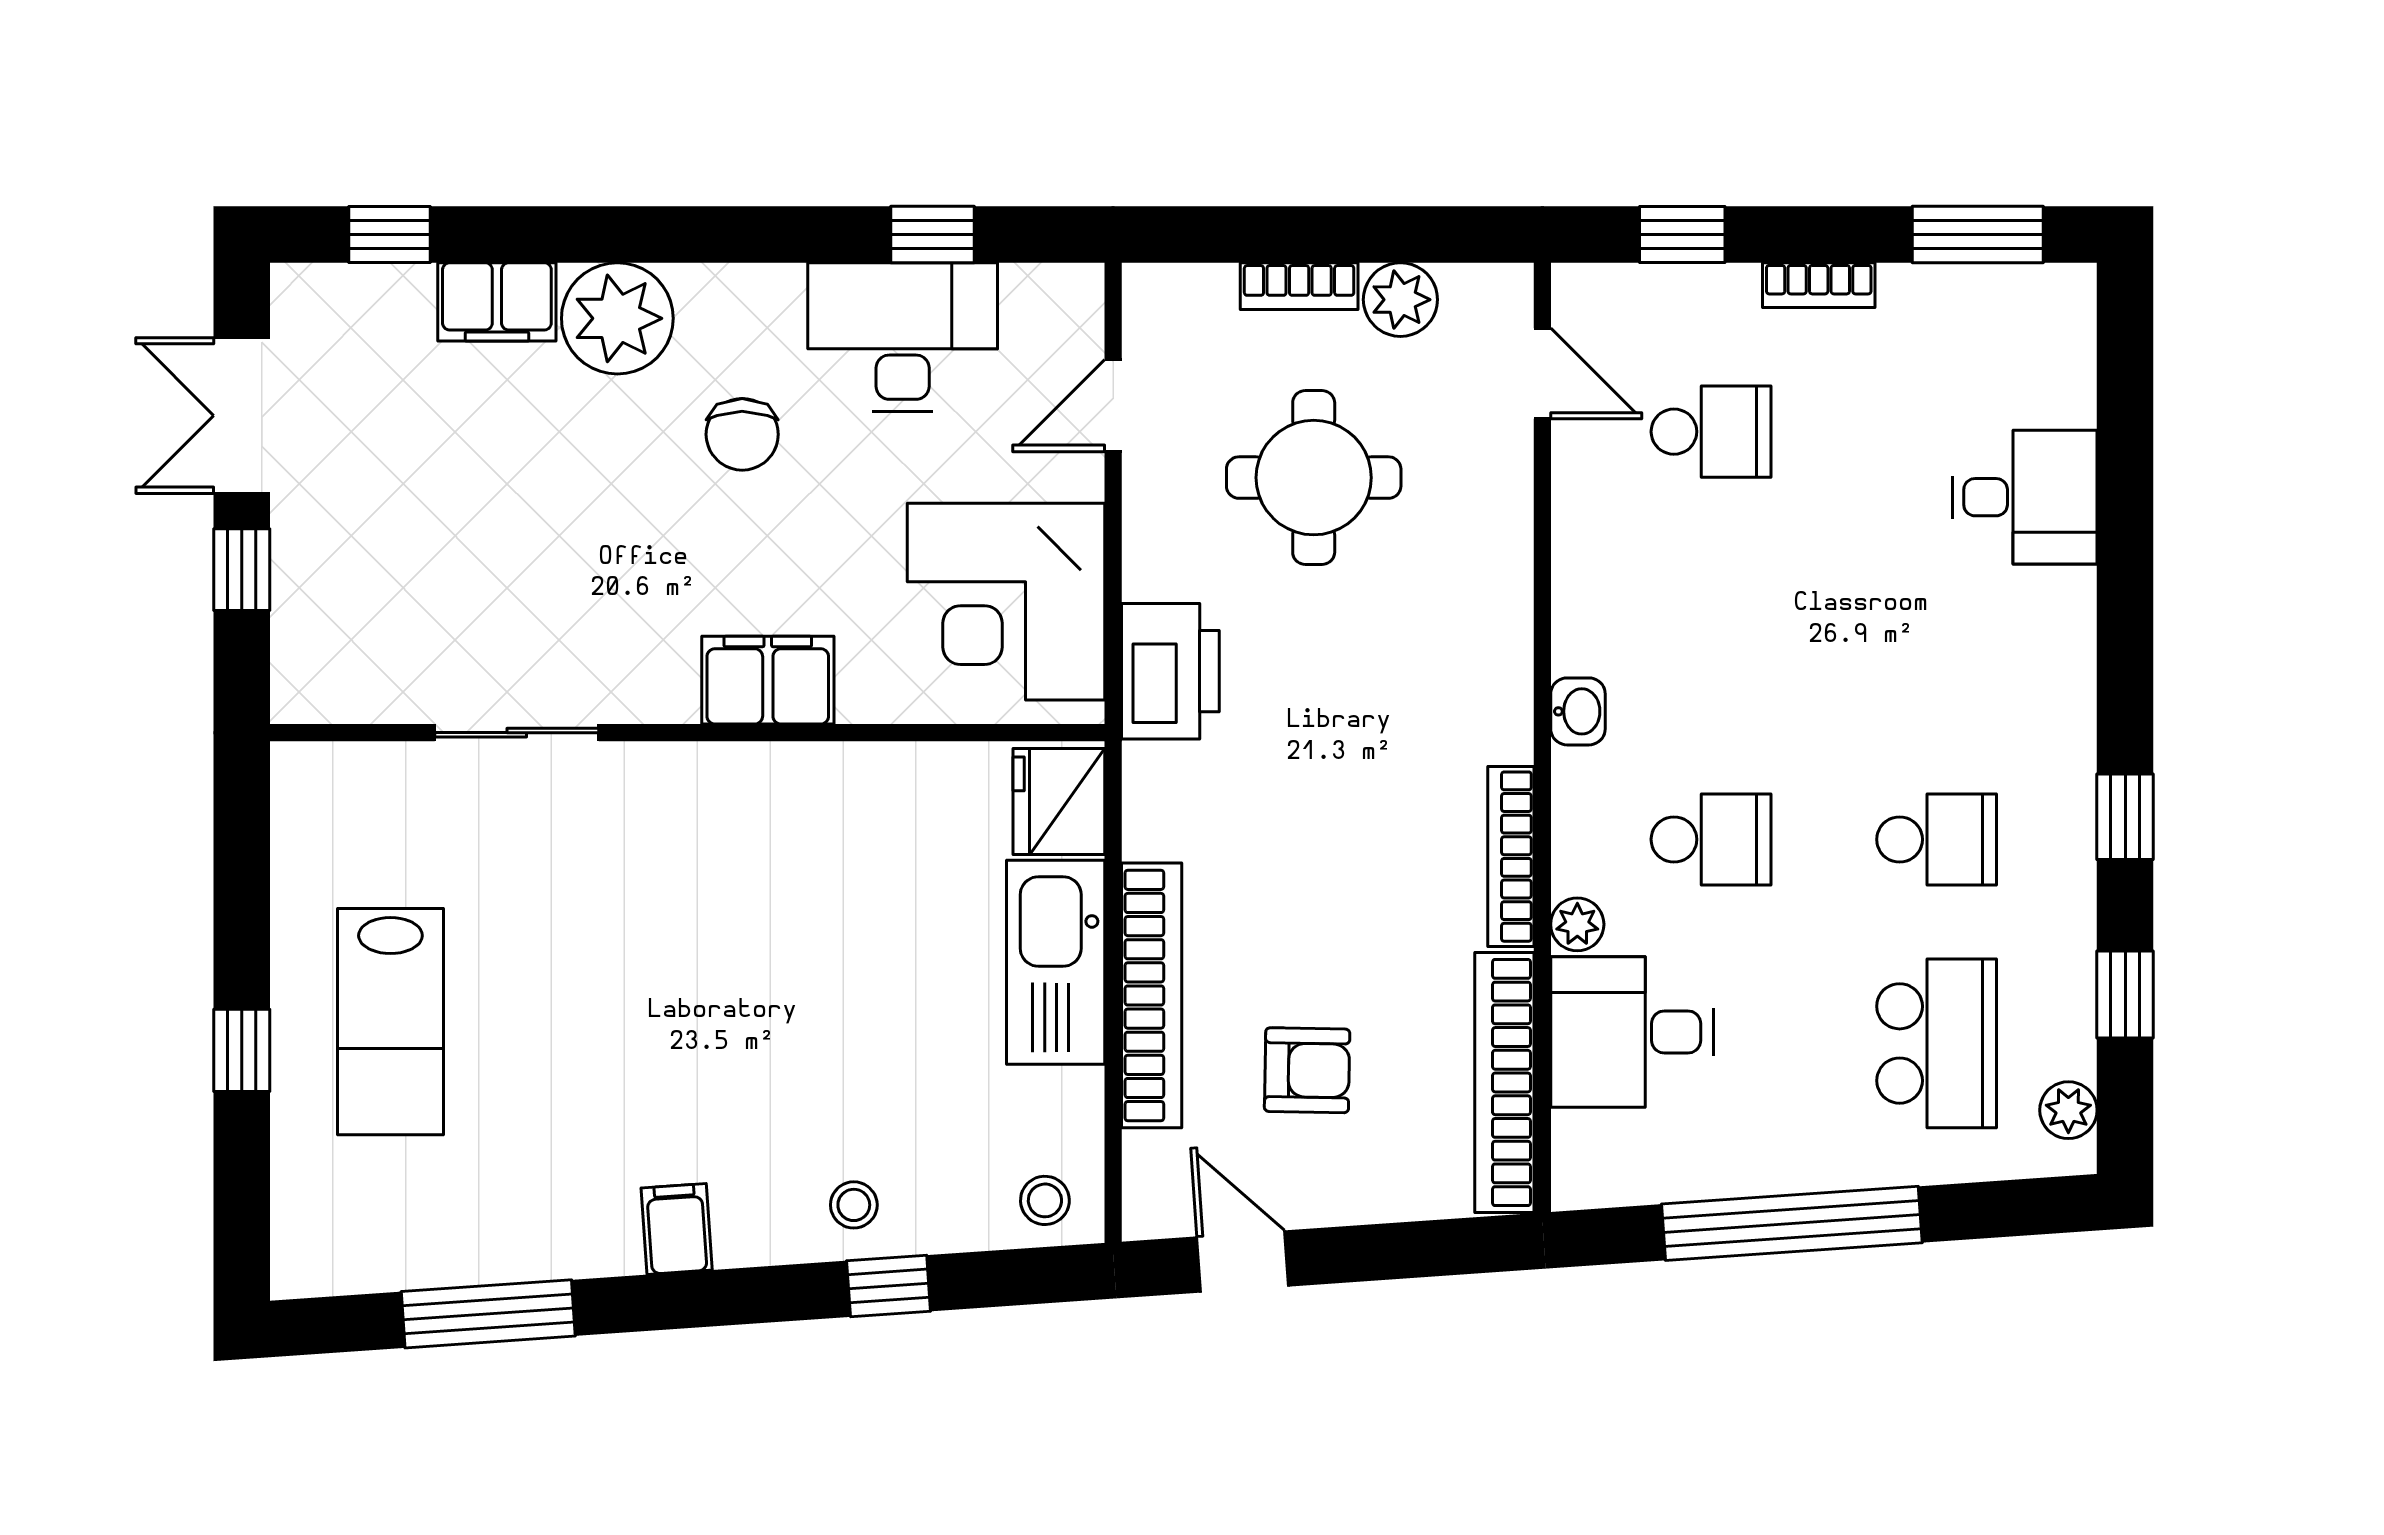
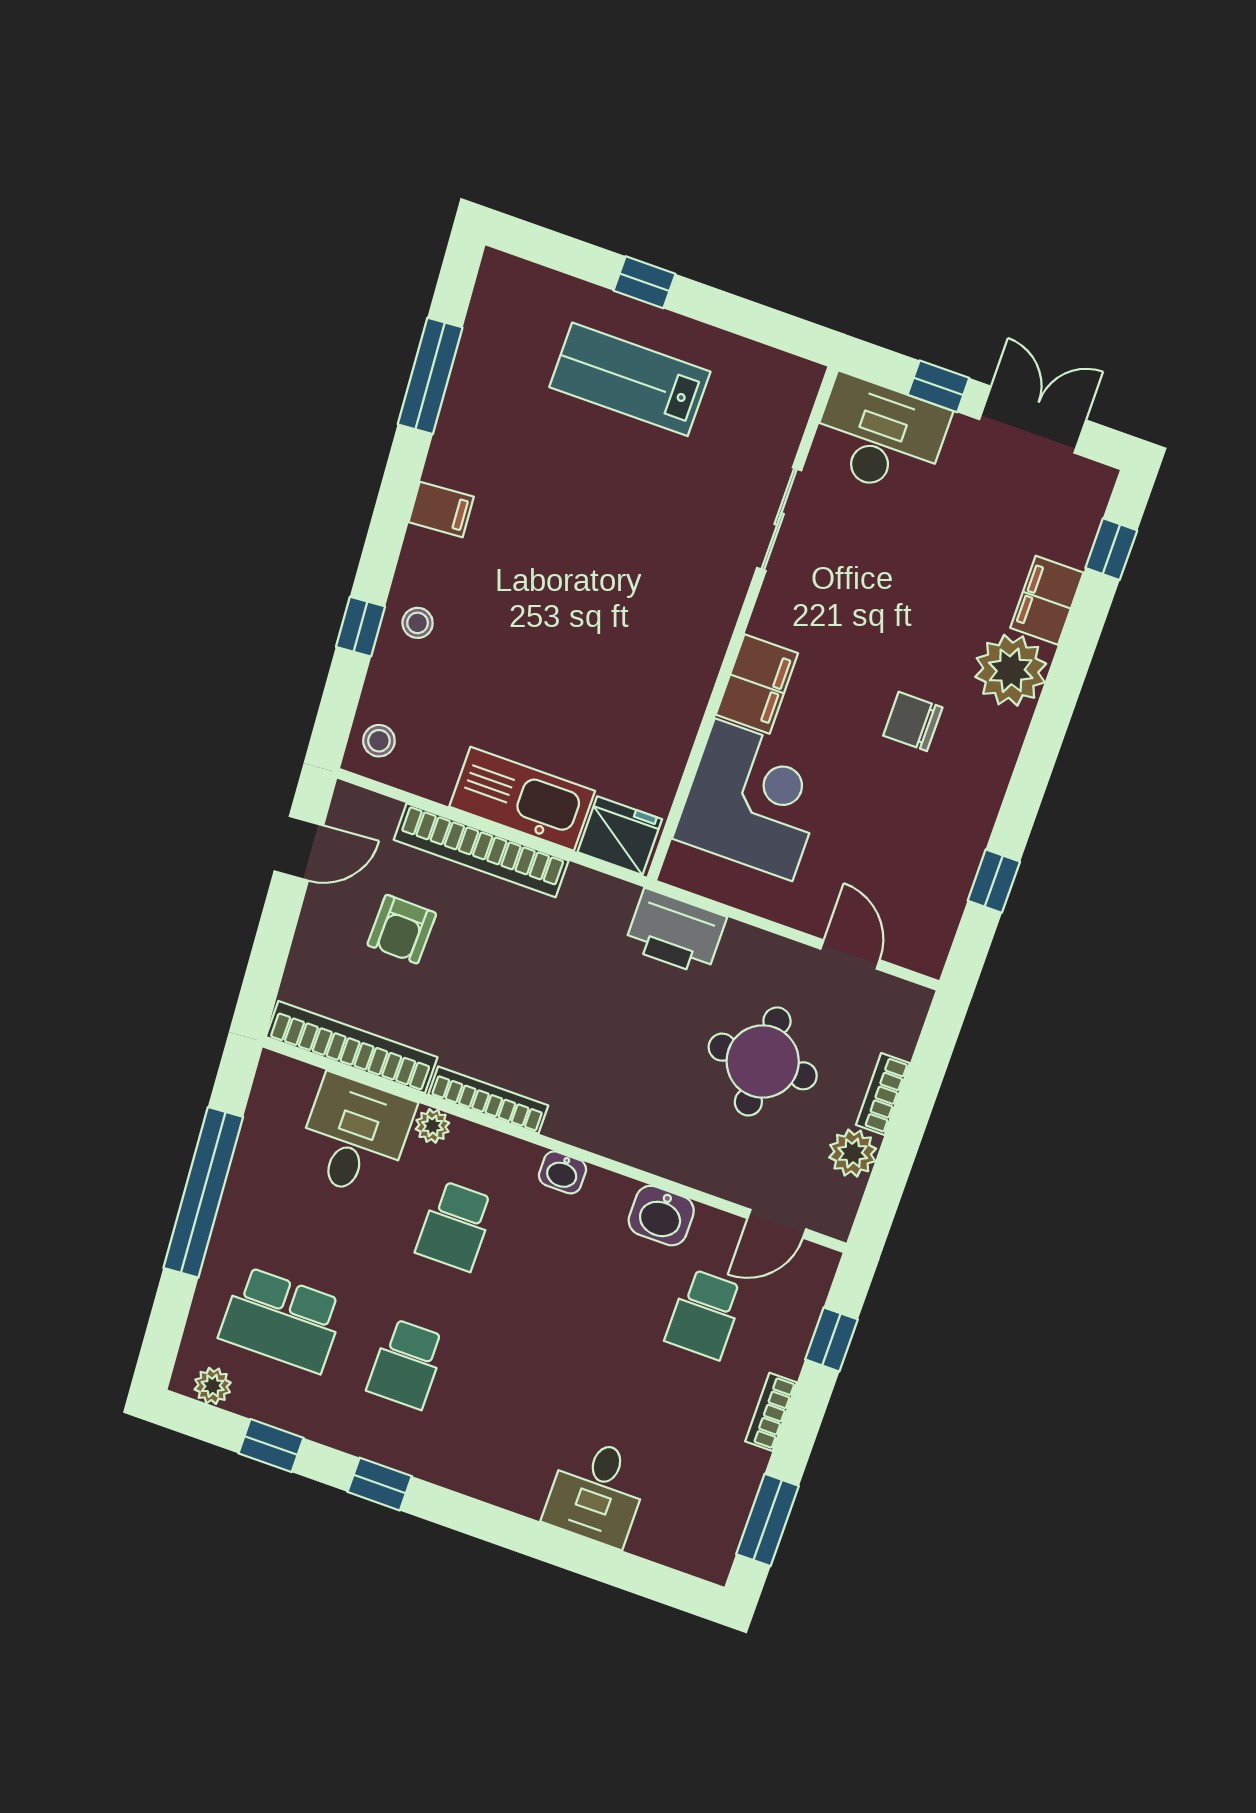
desk: (903, 337) -> (880, 436), moved, turned -90
washbasin: (1590, 546) -> (661, 1216), added
corner desk: (1006, 602) -> (753, 800), moved, turned 90

